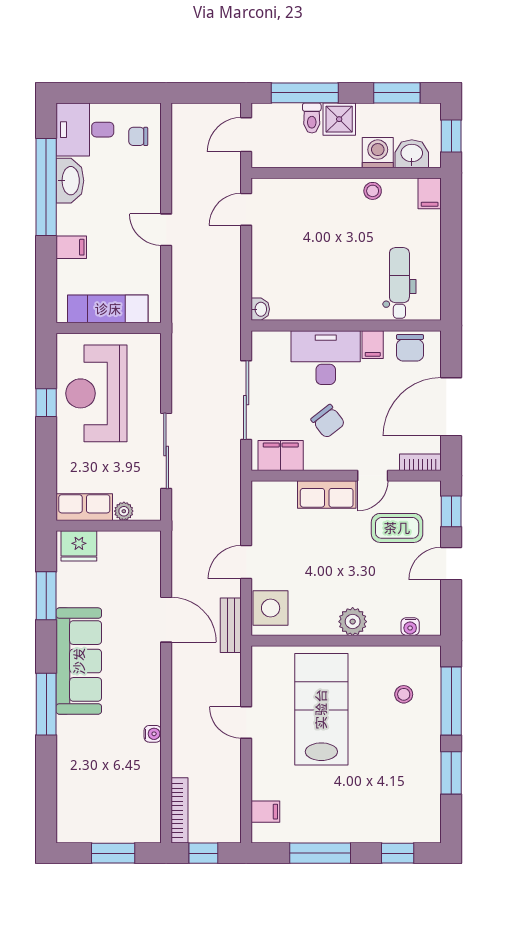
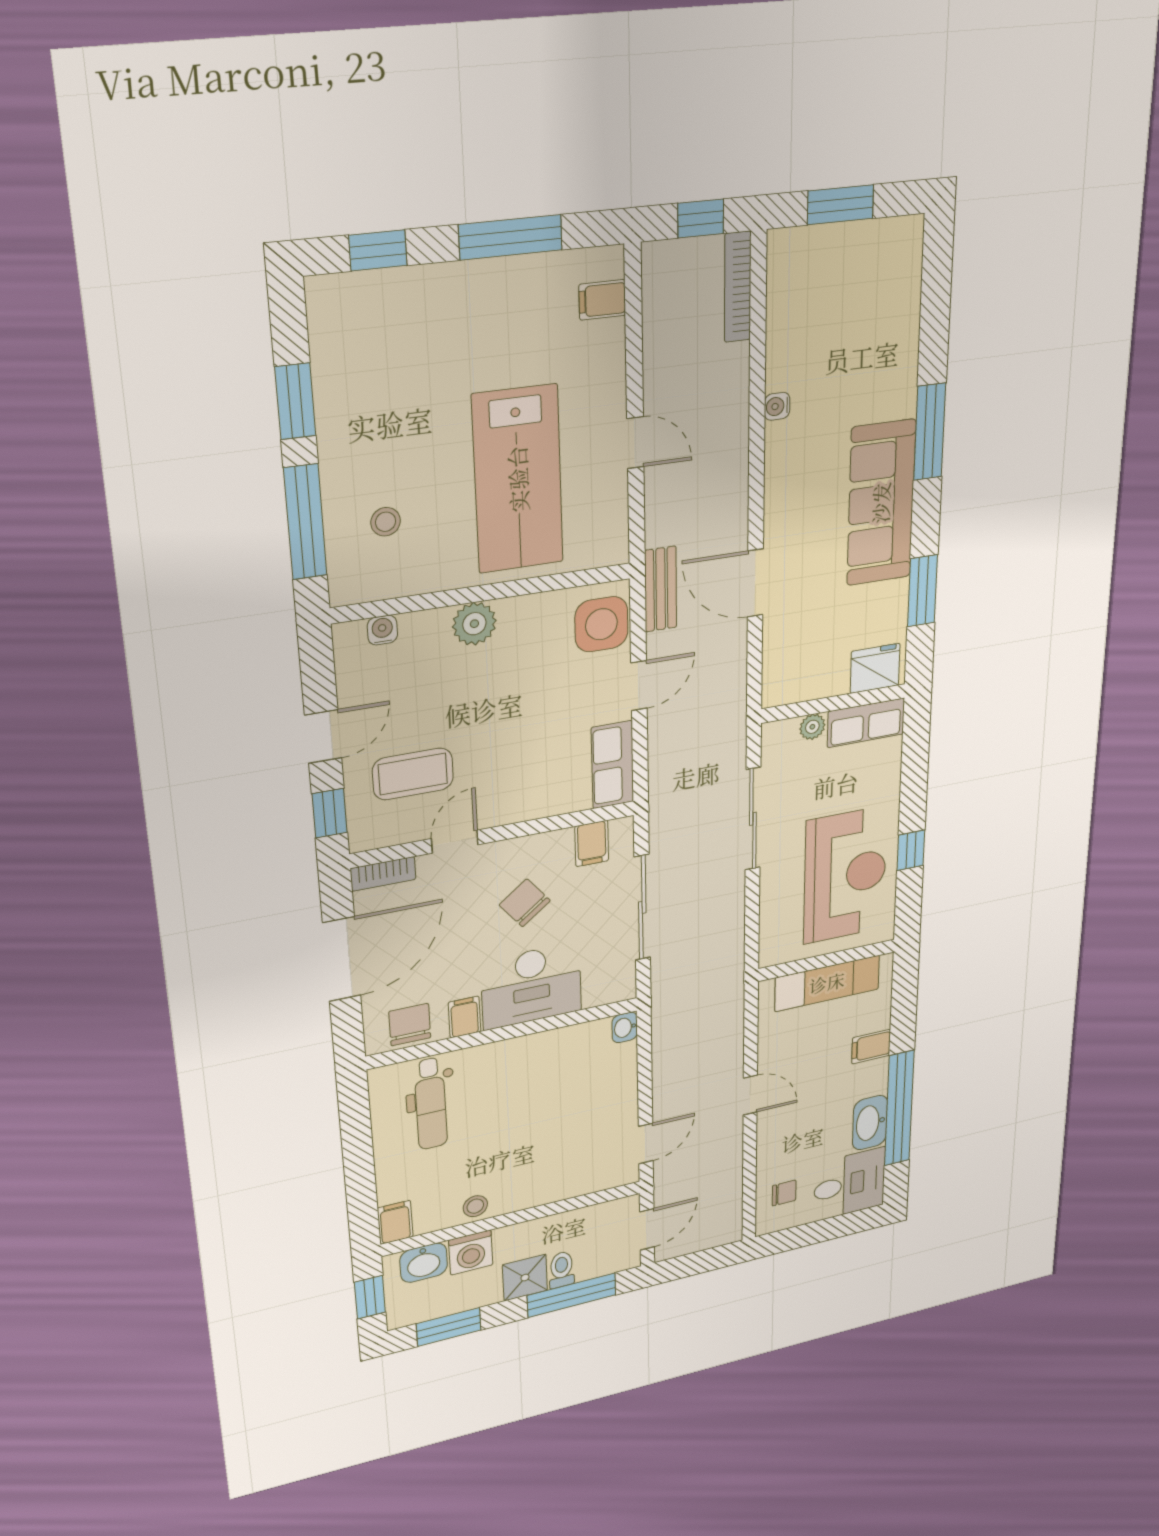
filing cabinet: (281, 456) -> (592, 844), width x0.50
row of seats: (327, 494) -> (613, 765), moved, turned -90

